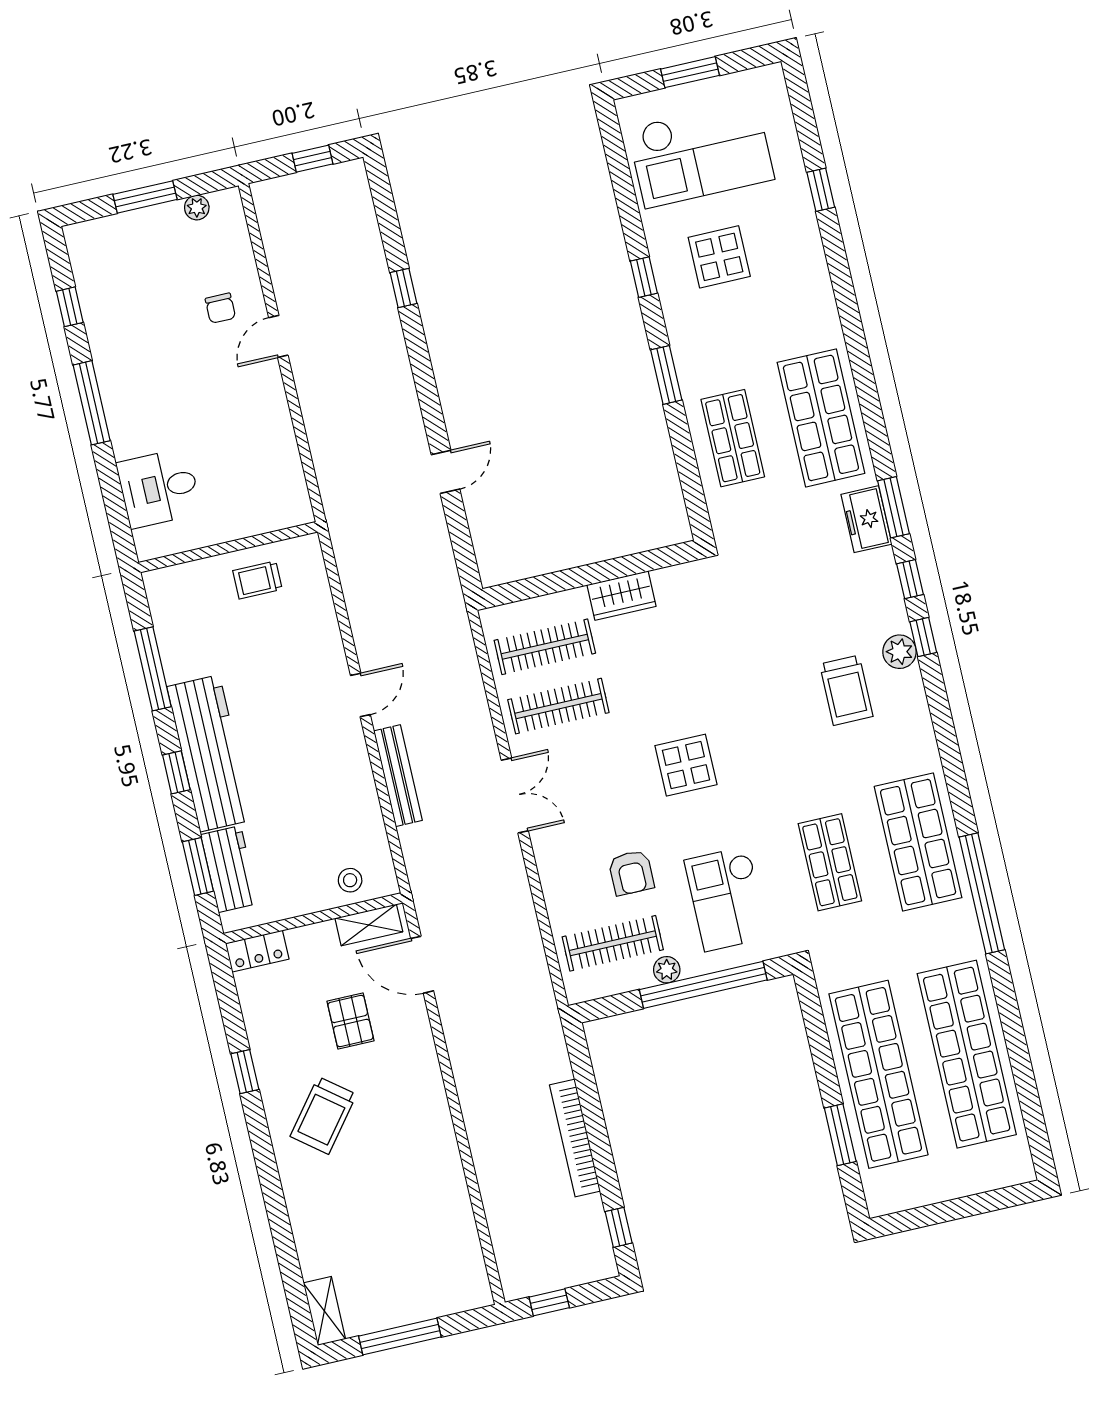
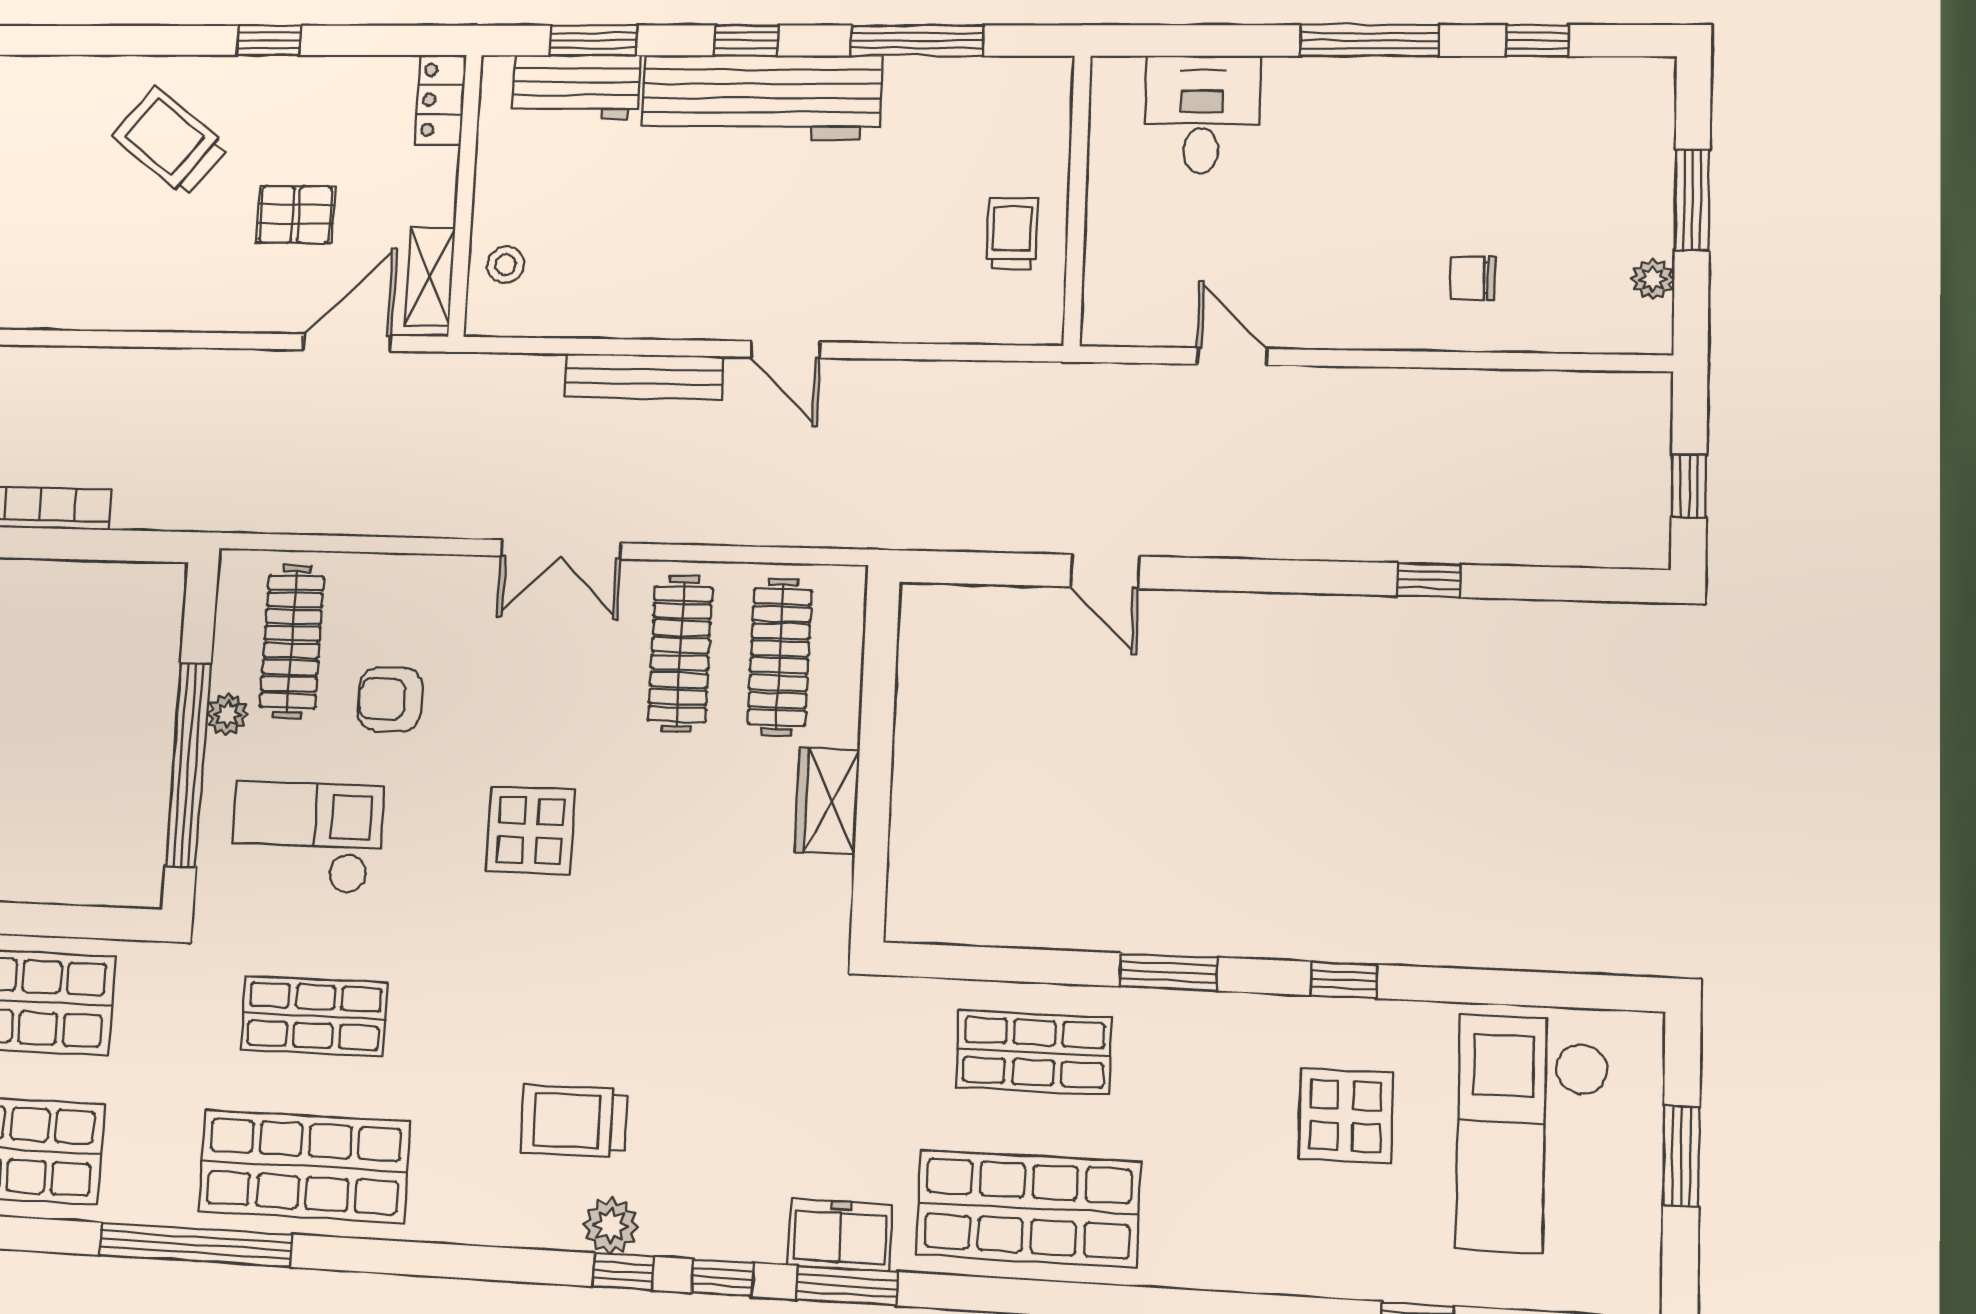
door: (278, 336) -> (1232, 357), moved

